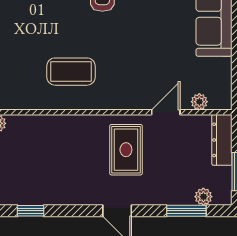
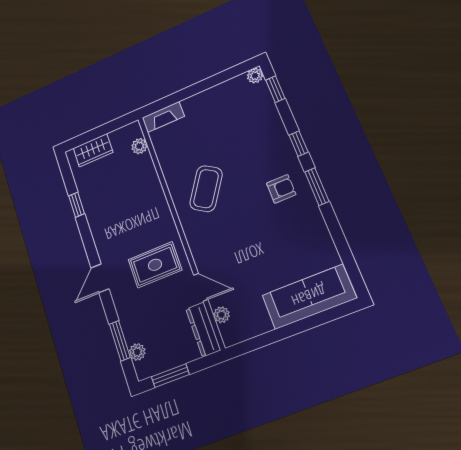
coffee table: (71, 72) -> (206, 189), turned 33
dresser: (222, 140) -> (203, 329), moved, turned -90

